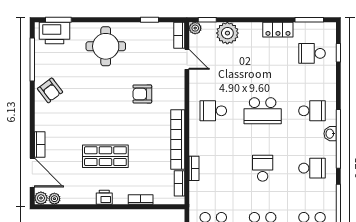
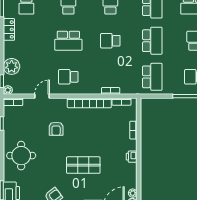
door: (187, 59) -> (42, 96), moved
school desk: (213, 111) -> (68, 77), turned 90
school desk: (263, 111) -> (68, 41), turned 90
shop shelf: (105, 156) -> (83, 165), moved, turned 90

